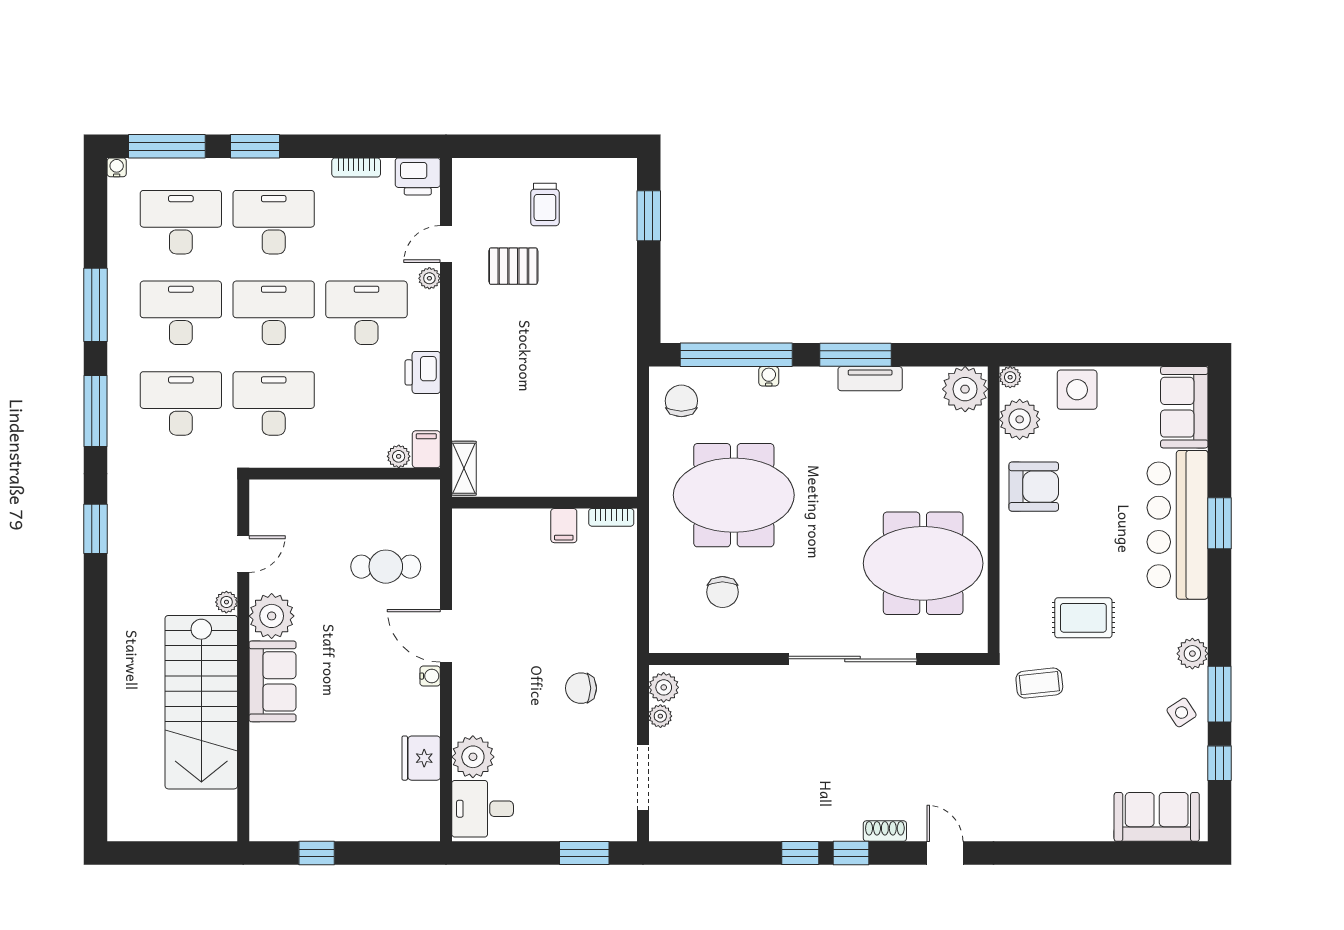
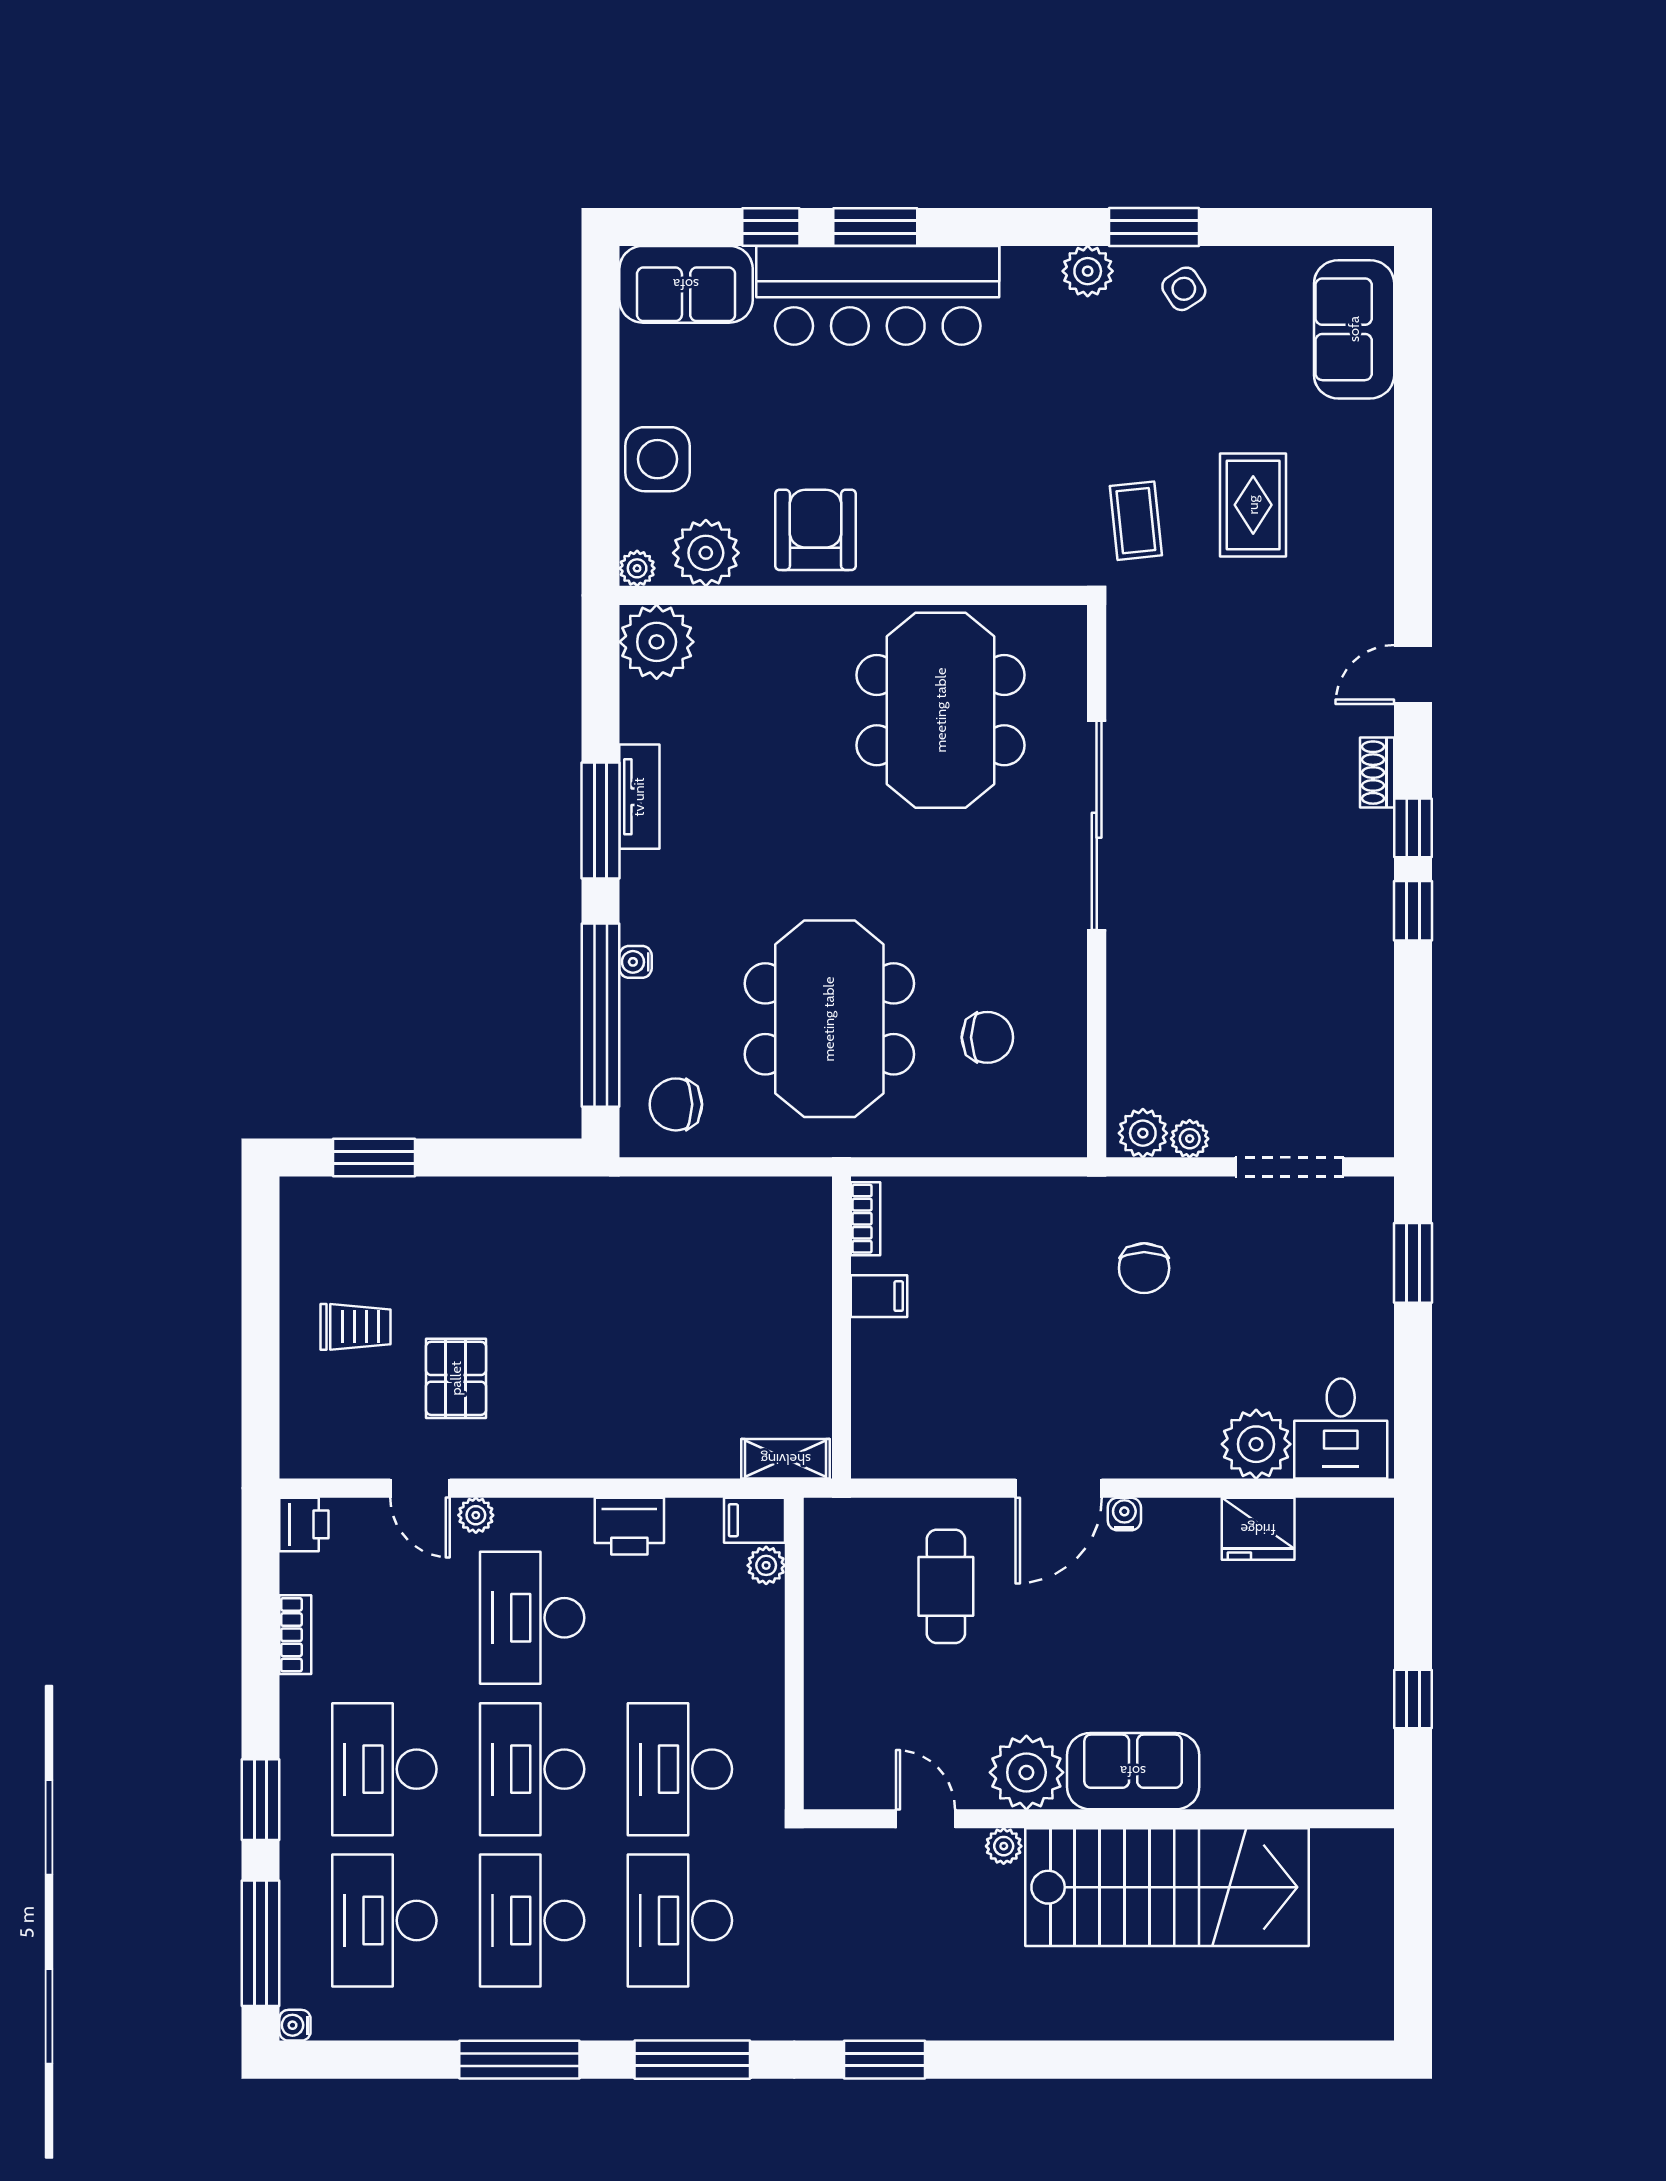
printer: (418, 176) -> (304, 1524), width x0.73, depth x0.81
rug: (1083, 618) -> (1253, 505), moved
window: (1220, 763) -> (771, 227), moved

